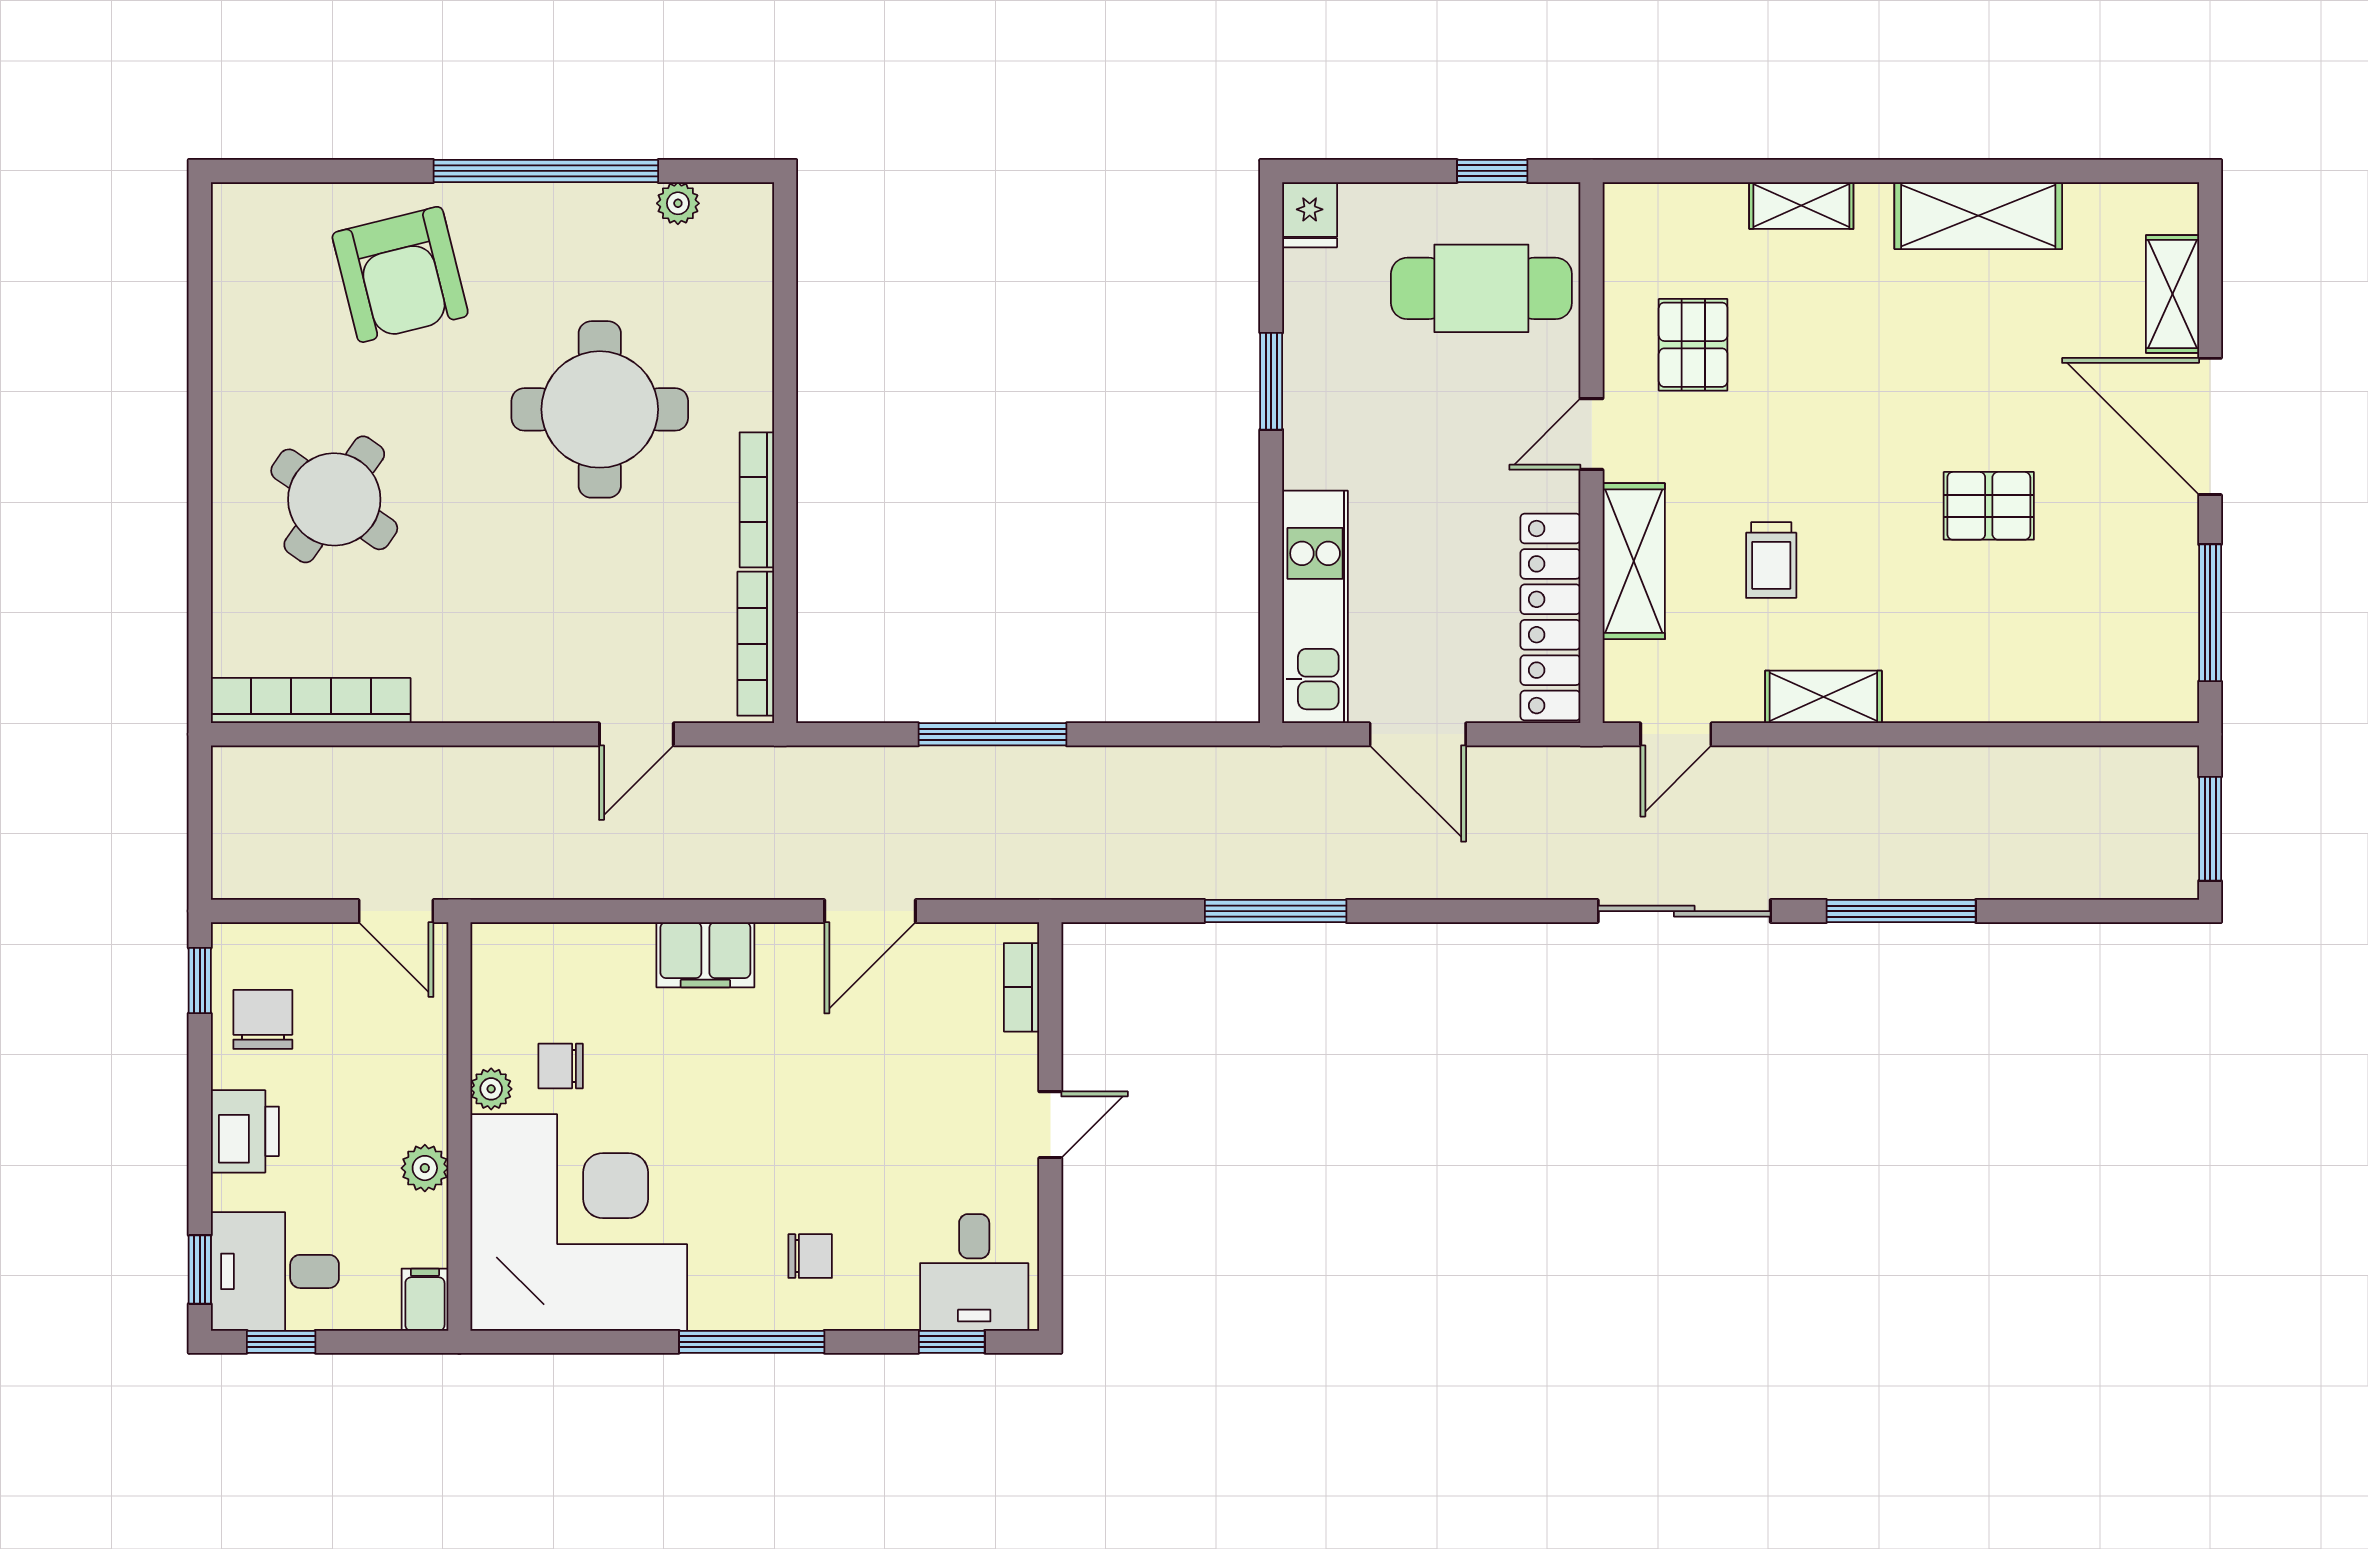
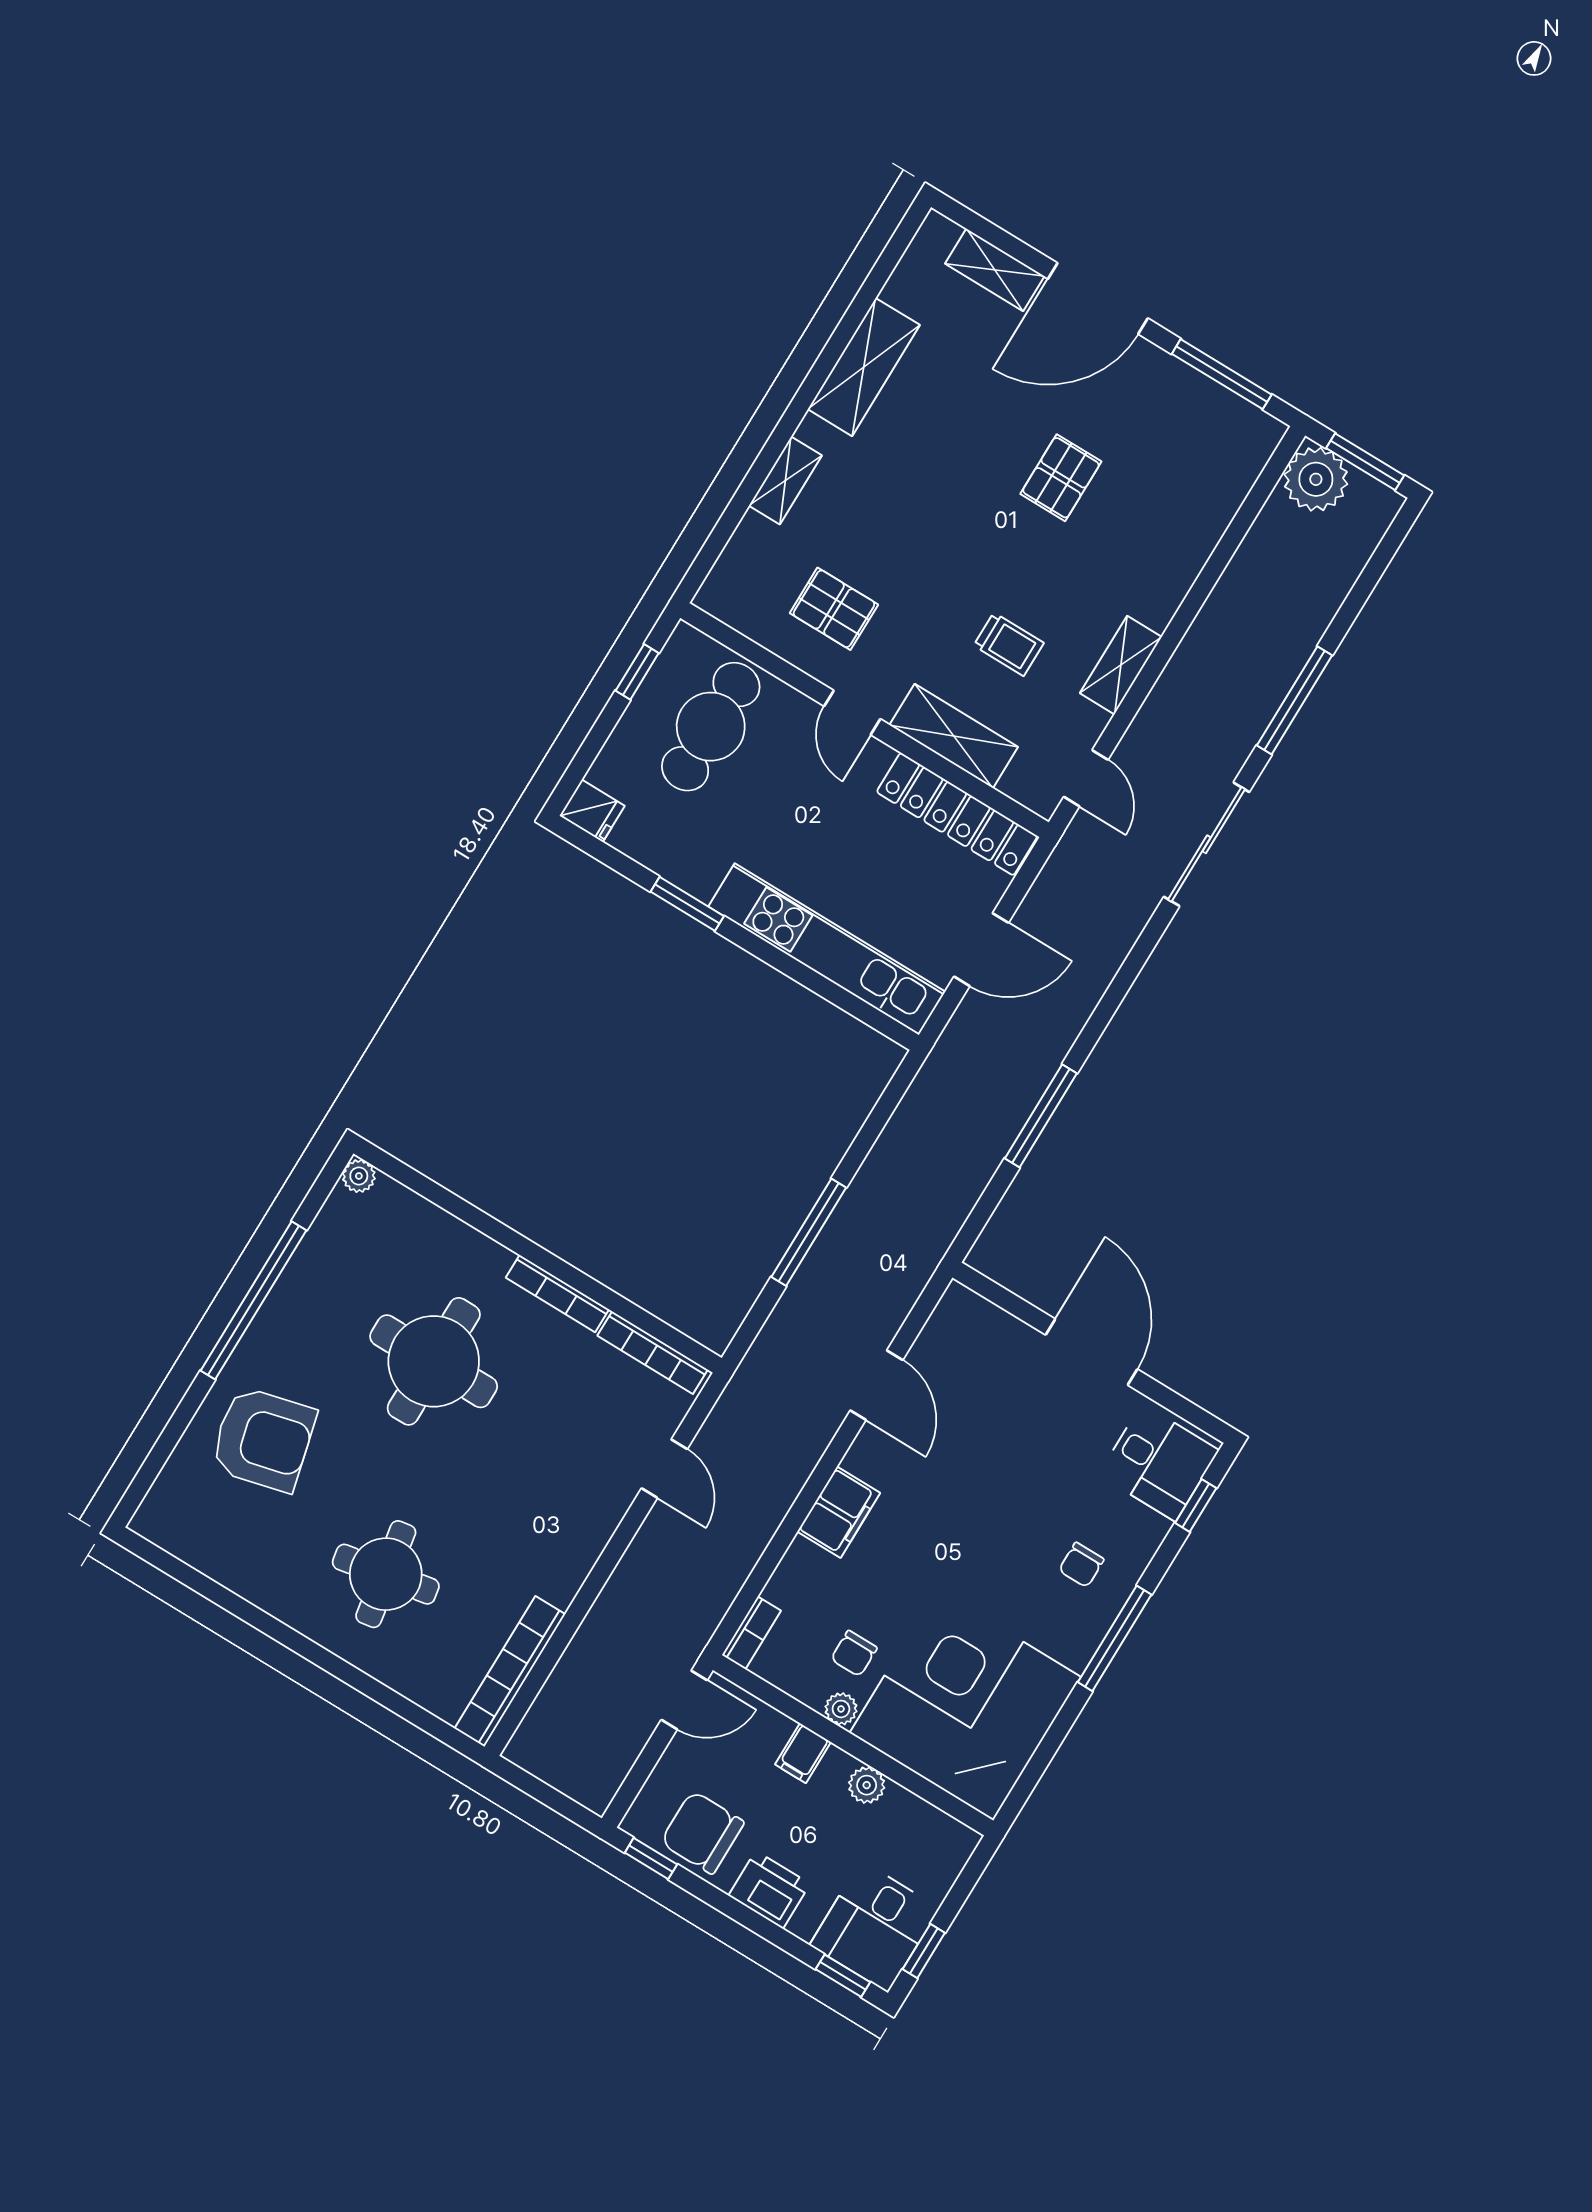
plant: (678, 203) -> (359, 1176), moved
round table: (334, 499) -> (386, 1574), turned 45
kitchen unit: (1315, 607) -> (827, 949), width x1.36
plant: (2158, 787) -> (1316, 479), added
bookcase: (1022, 987) -> (751, 1633), moved, turned -90
chair: (263, 1019) -> (702, 1832), width x1.37, depth x1.37
door: (1050, 1125) -> (1091, 1352), width x1.87
chair: (810, 1256) -> (1081, 1565), turned 180
filing cabinet: (425, 1300) -> (803, 1753), moved, turned -90

